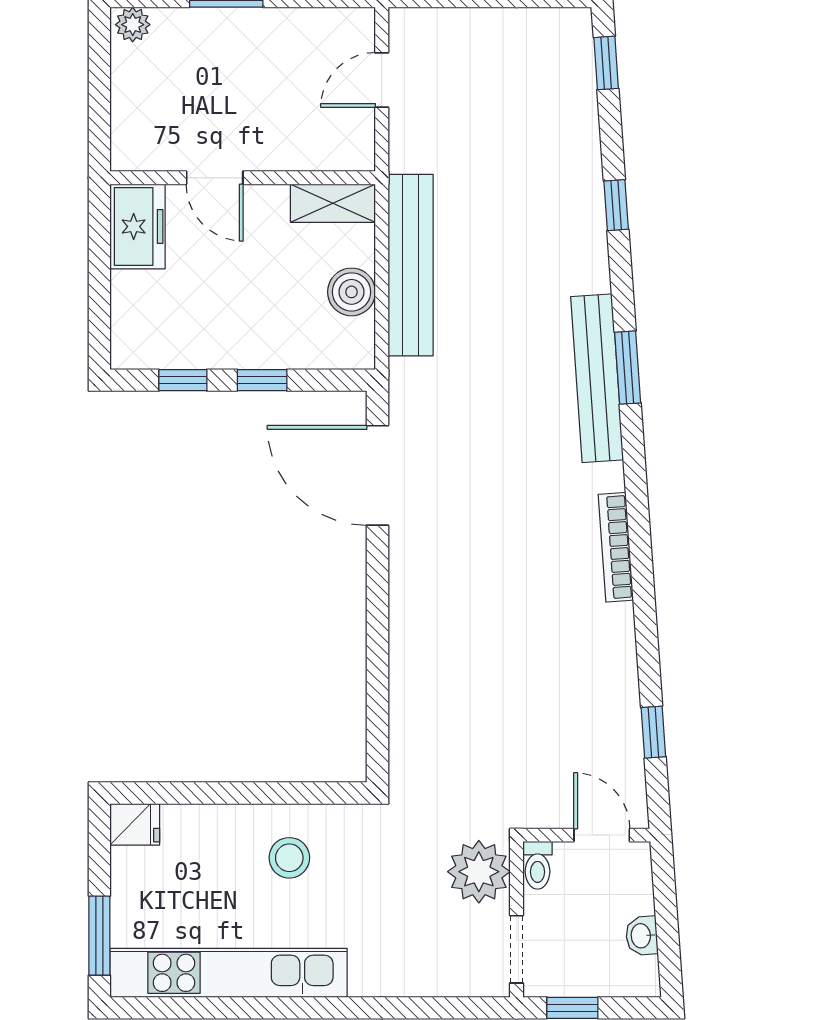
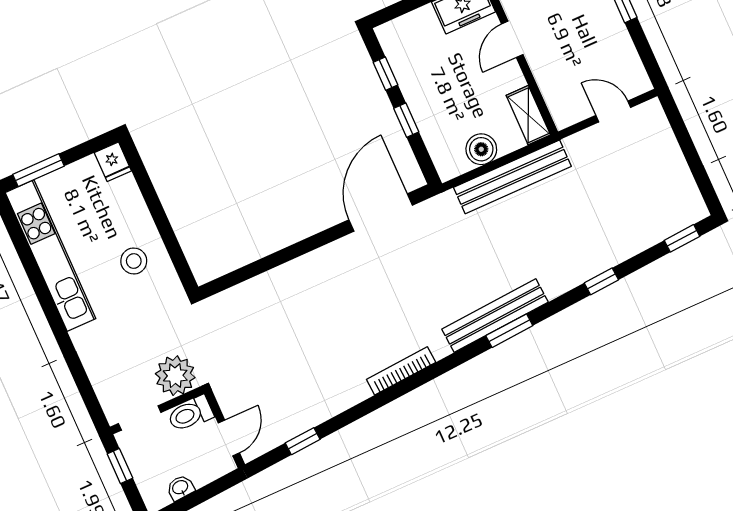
toilet: (538, 865) -> (190, 414), width x1.37, depth x1.39

